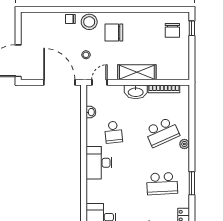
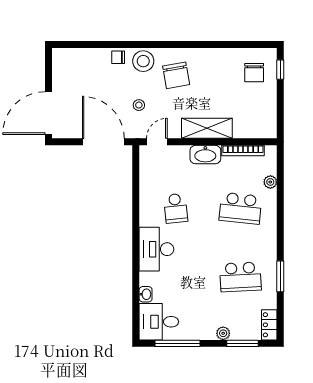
chair: (114, 33) -> (176, 75), turned -100
washbasin: (91, 112) -> (146, 294), moved
school desk: (162, 132) -> (240, 208), turned 30
plant: (184, 144) -> (270, 182), moved

